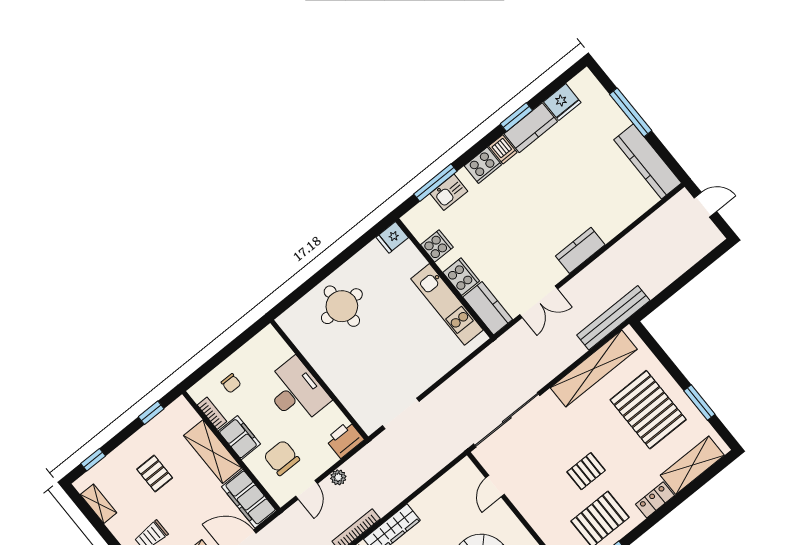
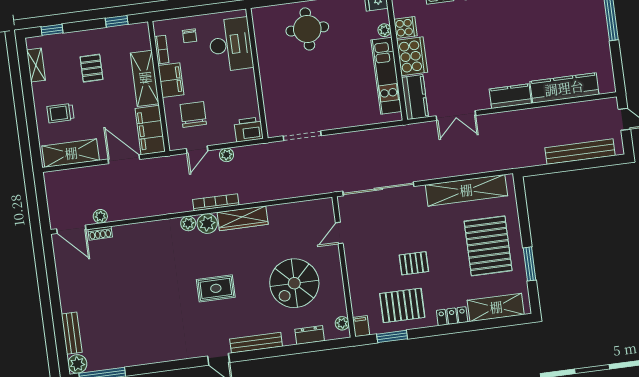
kitchen counter: (648, 161) -> (564, 88), moved, turned 90
plant: (418, 261) -> (384, 30), added
cooker: (461, 277) -> (412, 56), width x1.37, depth x1.31
bench: (613, 318) -> (580, 152), moved
desk: (296, 392) -> (231, 45), moved

